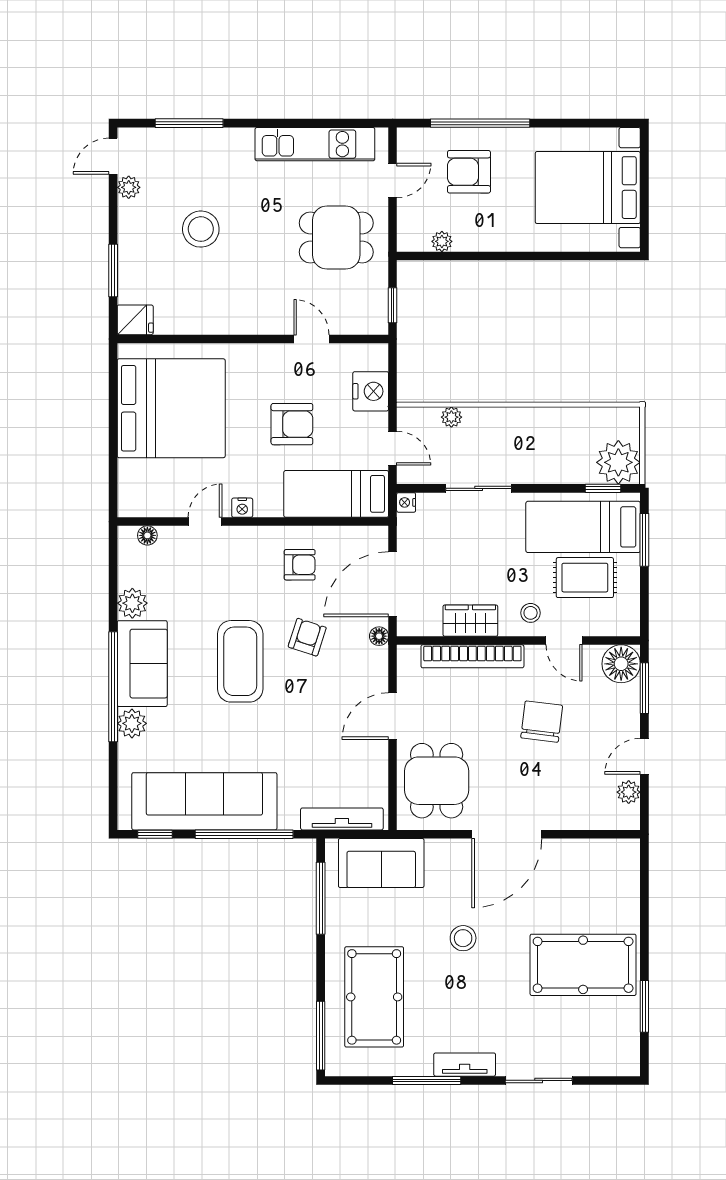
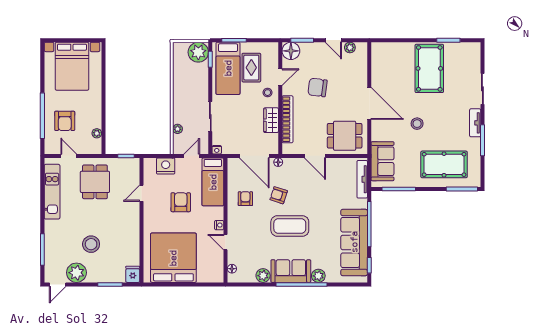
door: (113, 156) -> (58, 284), hinge flipped
plant: (129, 187) -> (76, 273), width x1.87, depth x1.87

